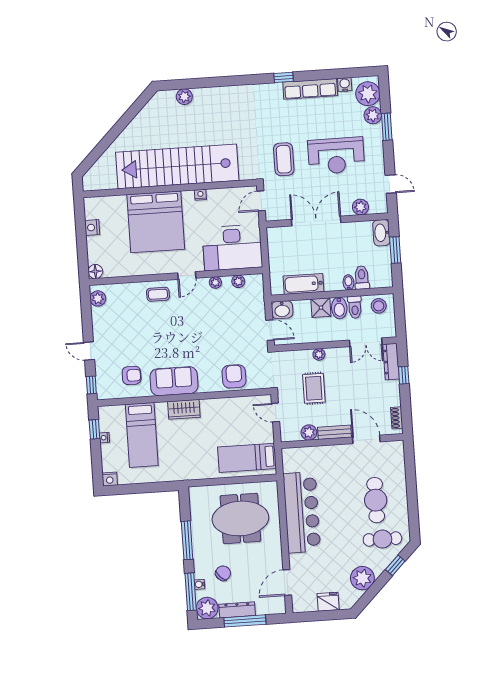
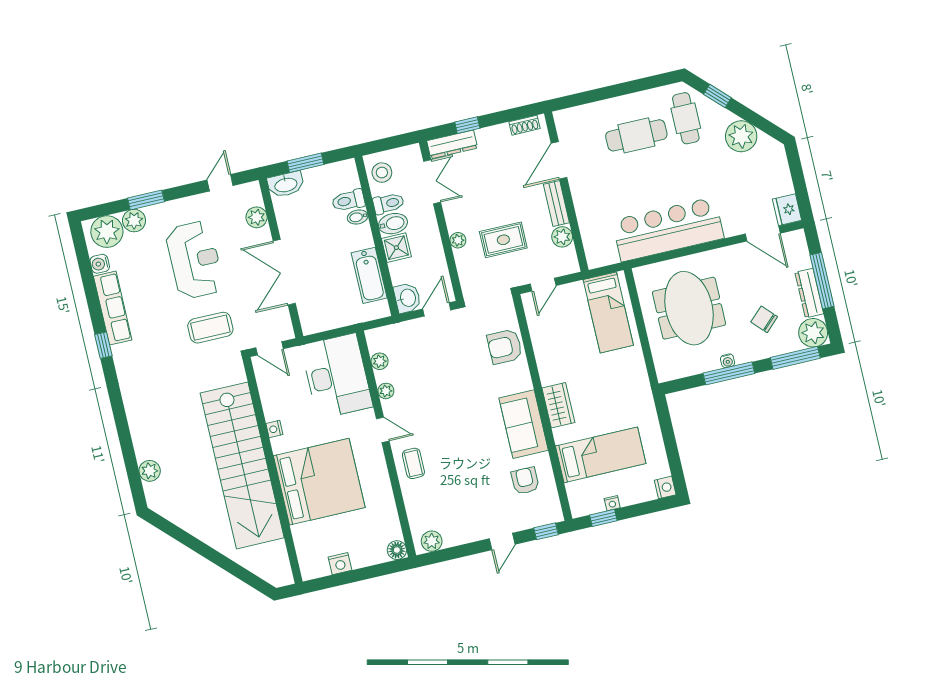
water cooler: (199, 584) -> (728, 361), moved
fridge: (328, 602) -> (787, 210), moved

